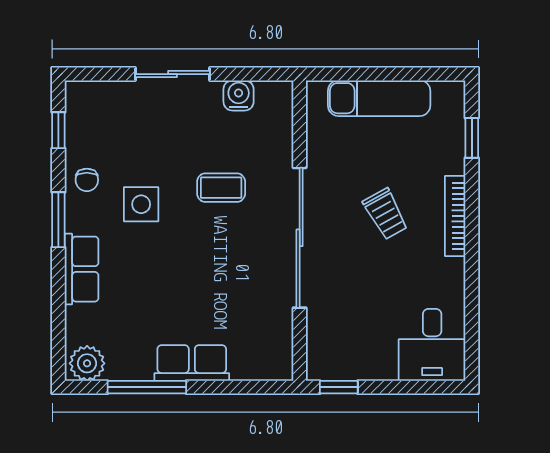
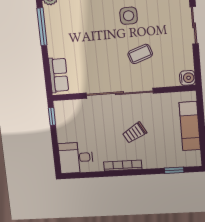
water cooler: (239, 95) -> (187, 78), moved
coffee table: (221, 188) -> (140, 54), turned 71
bookcase: (455, 216) -> (123, 166), moved
row of seats: (192, 363) -> (59, 75), moved

